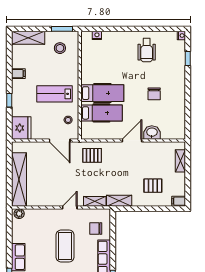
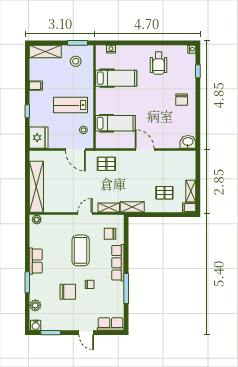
hospital bed: (102, 93) -> (116, 78), moved
chair: (154, 94) -> (182, 100), moved
washbasin: (152, 132) -> (188, 142), moved
door: (132, 140) -> (145, 150), hinge flipped
shelving: (180, 161) -> (191, 191), moved

